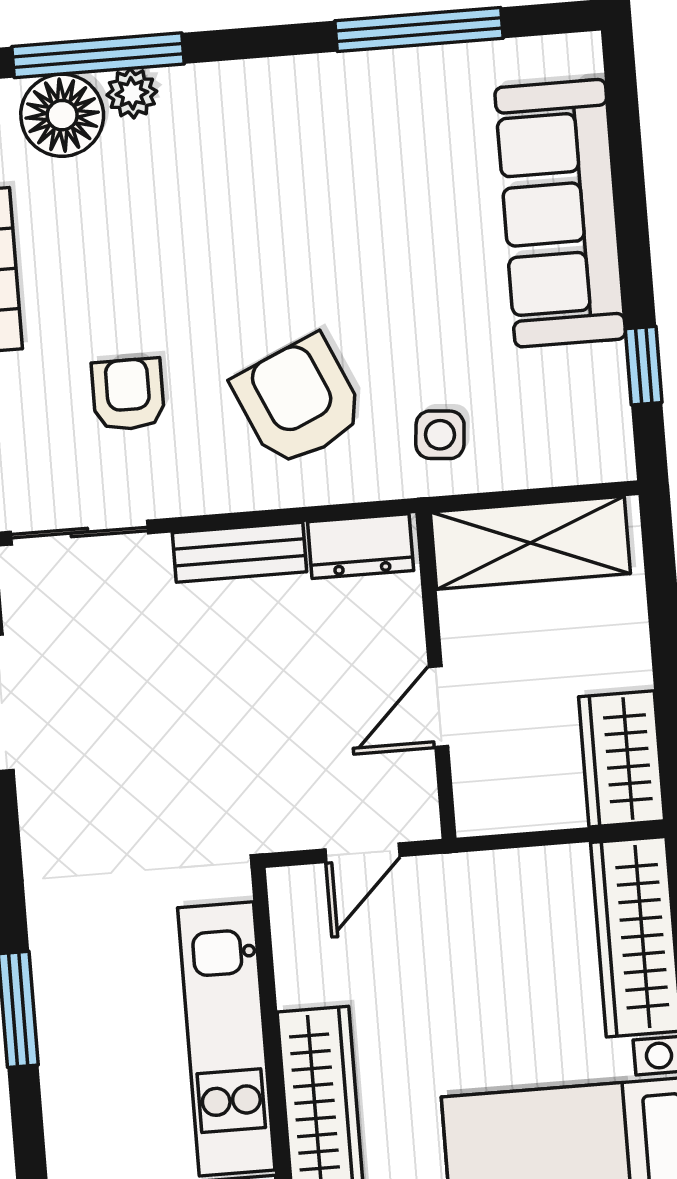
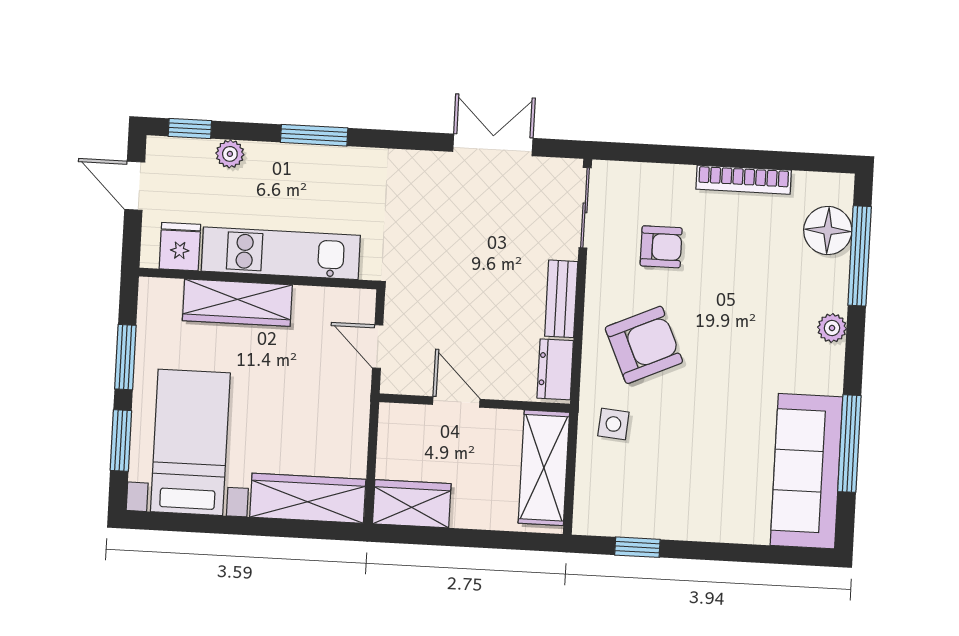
plant: (132, 93) -> (832, 328), moved
sofa: (560, 213) -> (806, 471), moved, turned -90
plant: (69, 1148) -> (230, 154), added

